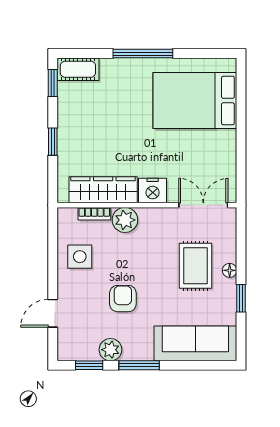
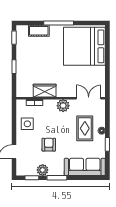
cot: (78, 69) -> (39, 31), moved
bed: (195, 101) -> (84, 46), width x1.36
wardrobe: (103, 190) -> (45, 91), width x0.67
nightstand: (153, 191) -> (63, 91), removed
plant: (125, 220) -> (63, 106), moved

